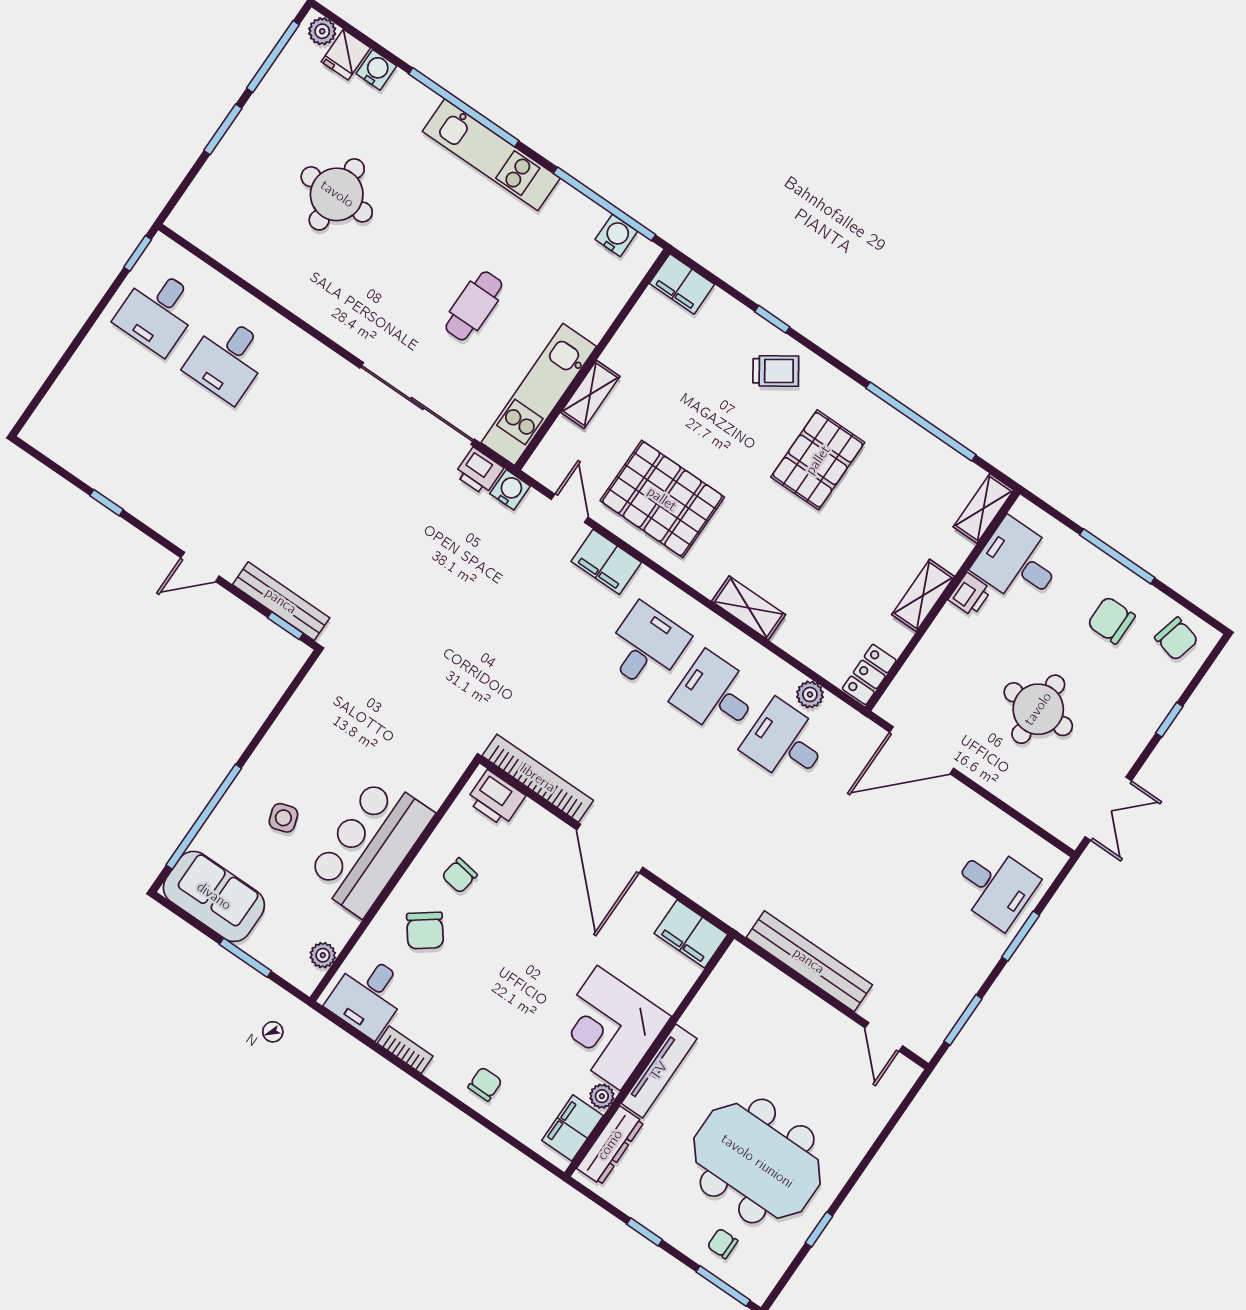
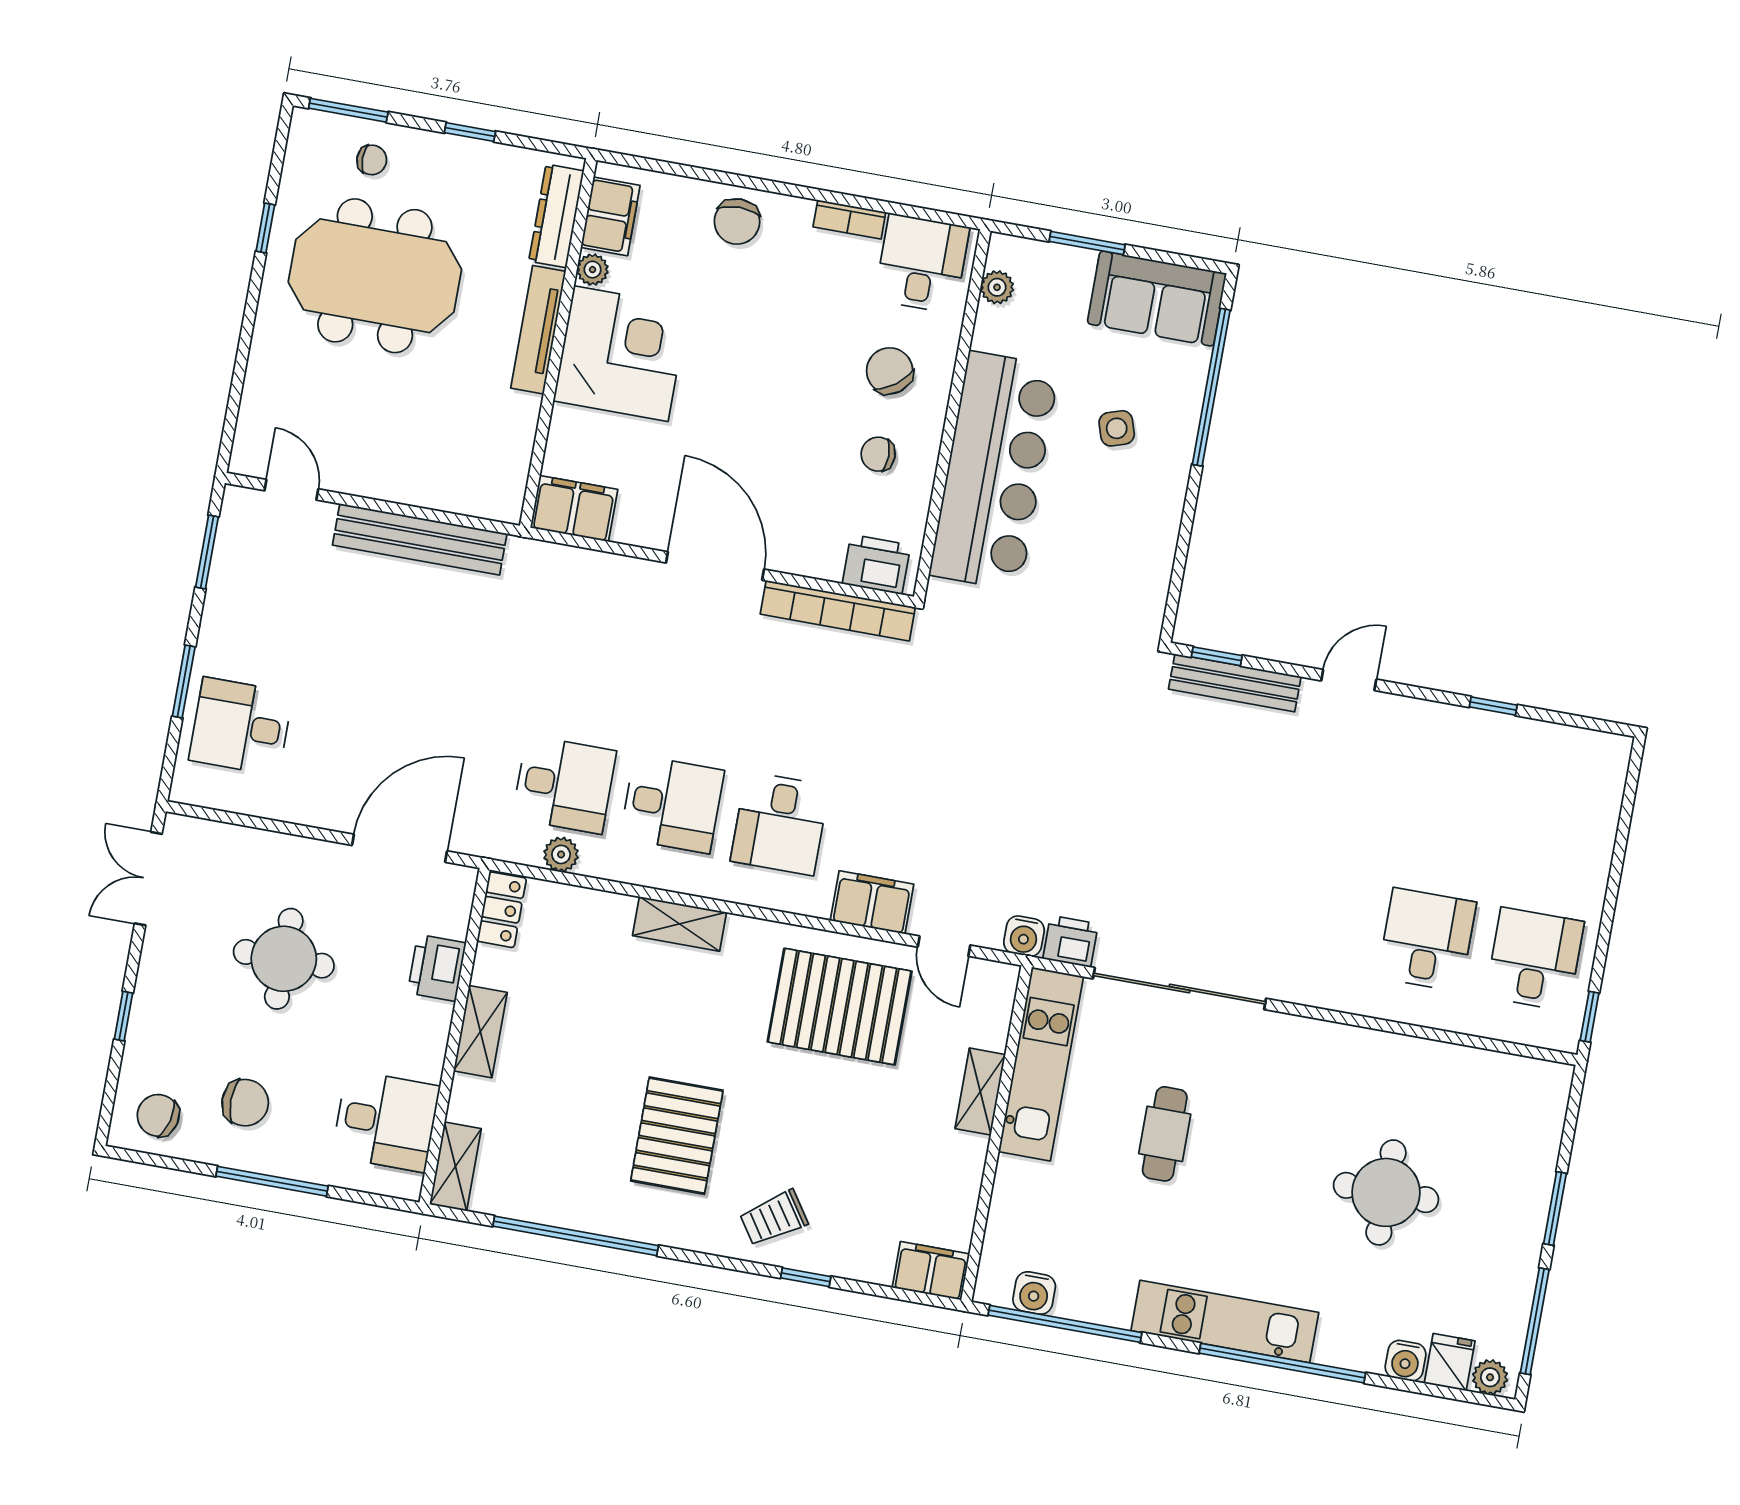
printer: (970, 595) -> (437, 968), moved, width x1.36, depth x1.24
bar counter: (370, 846) -> (994, 471), width x1.36
chair: (460, 875) -> (878, 454), turned -99
chair: (485, 1084) -> (737, 222), width x1.37, depth x1.37

